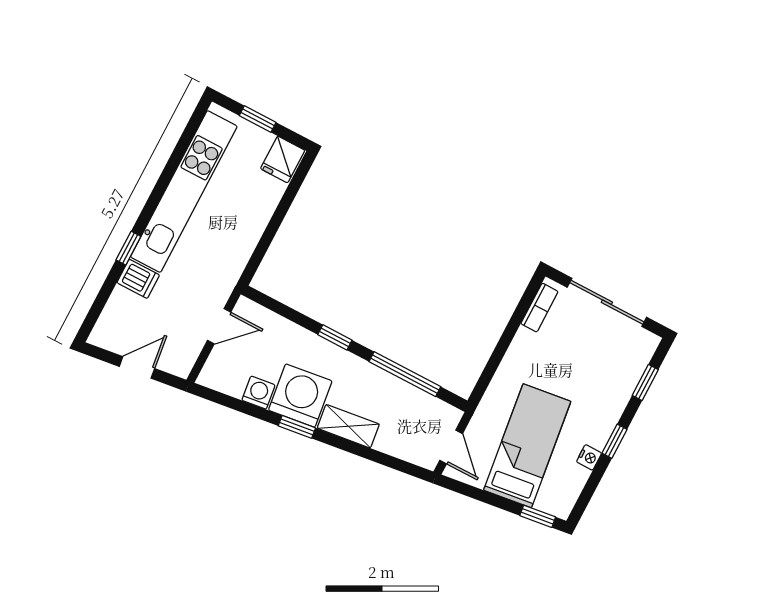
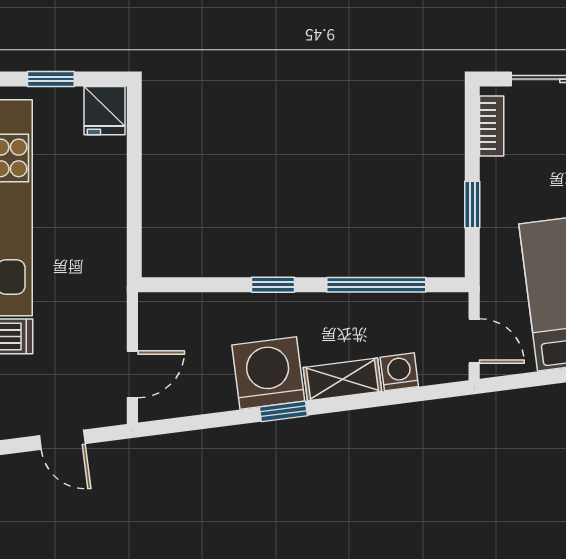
door: (219, 326) -> (132, 374), moved
window: (498, 354) -> (472, 204), added
door: (137, 367) -> (62, 440), swing flipped
washing machine: (258, 393) -> (399, 372), moved

